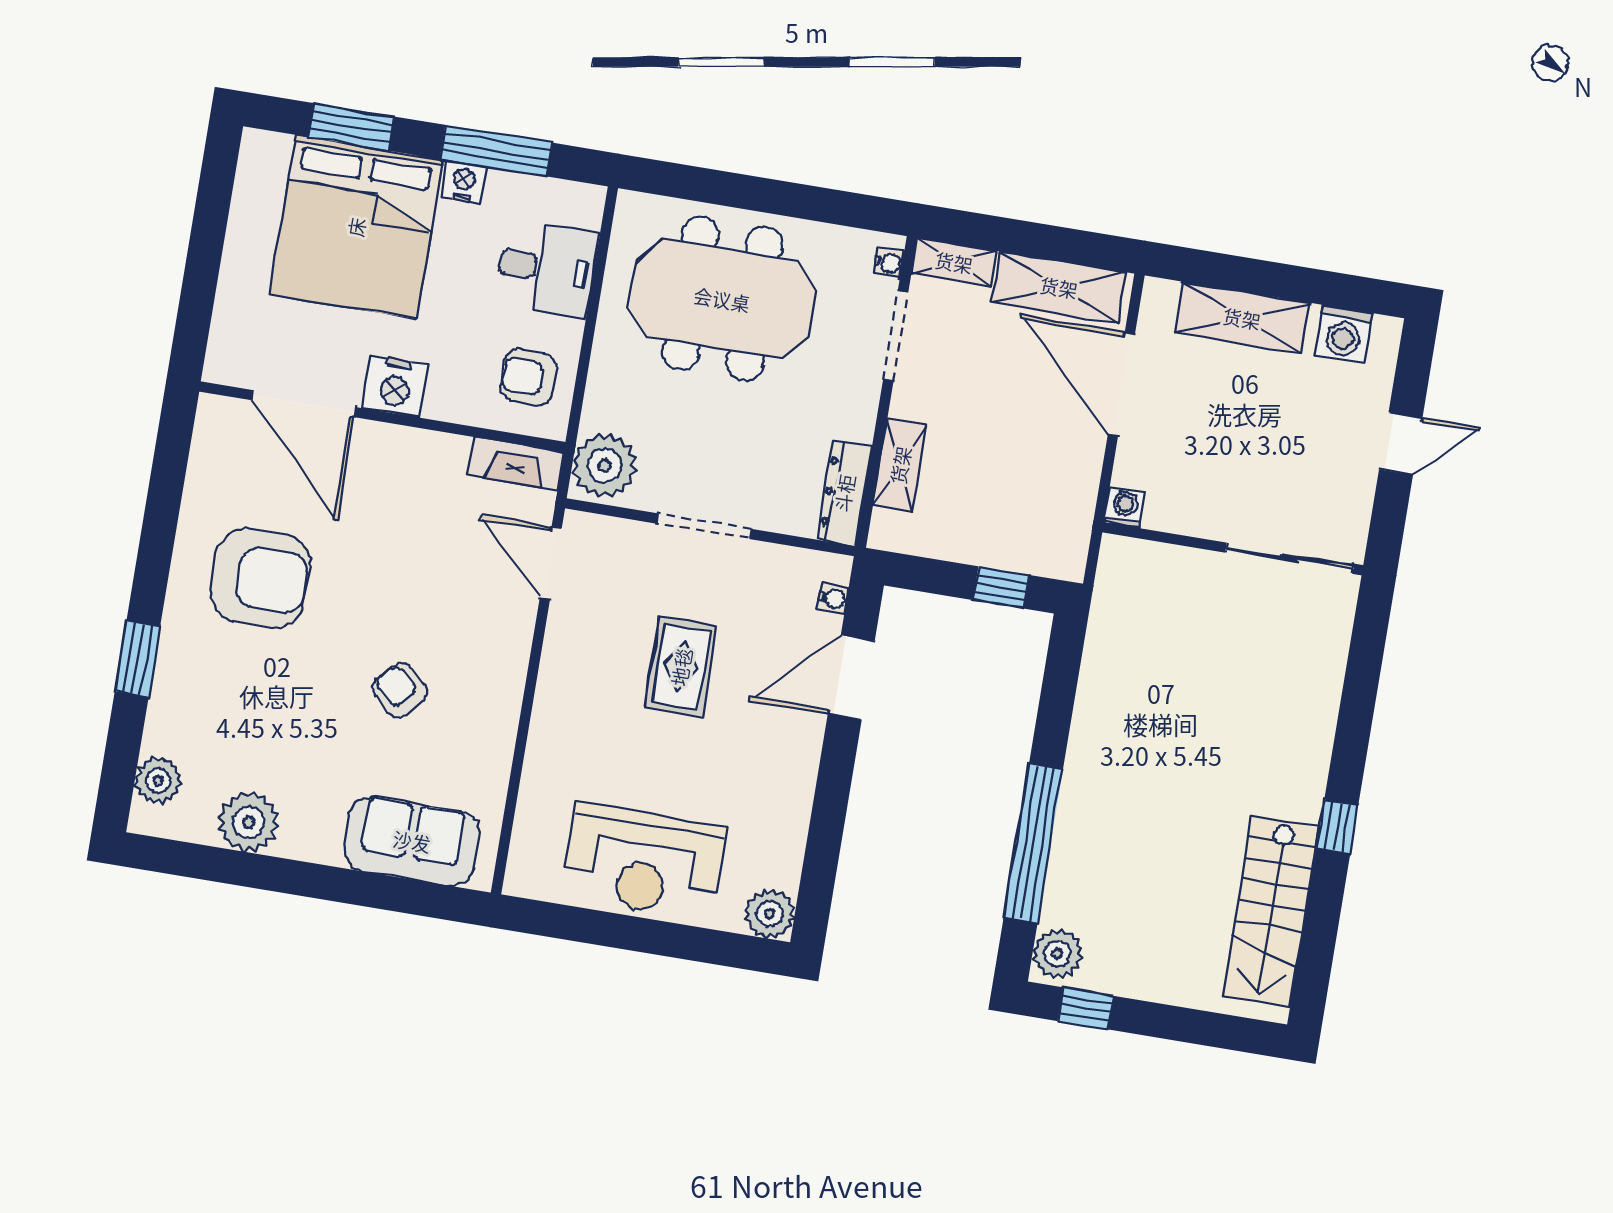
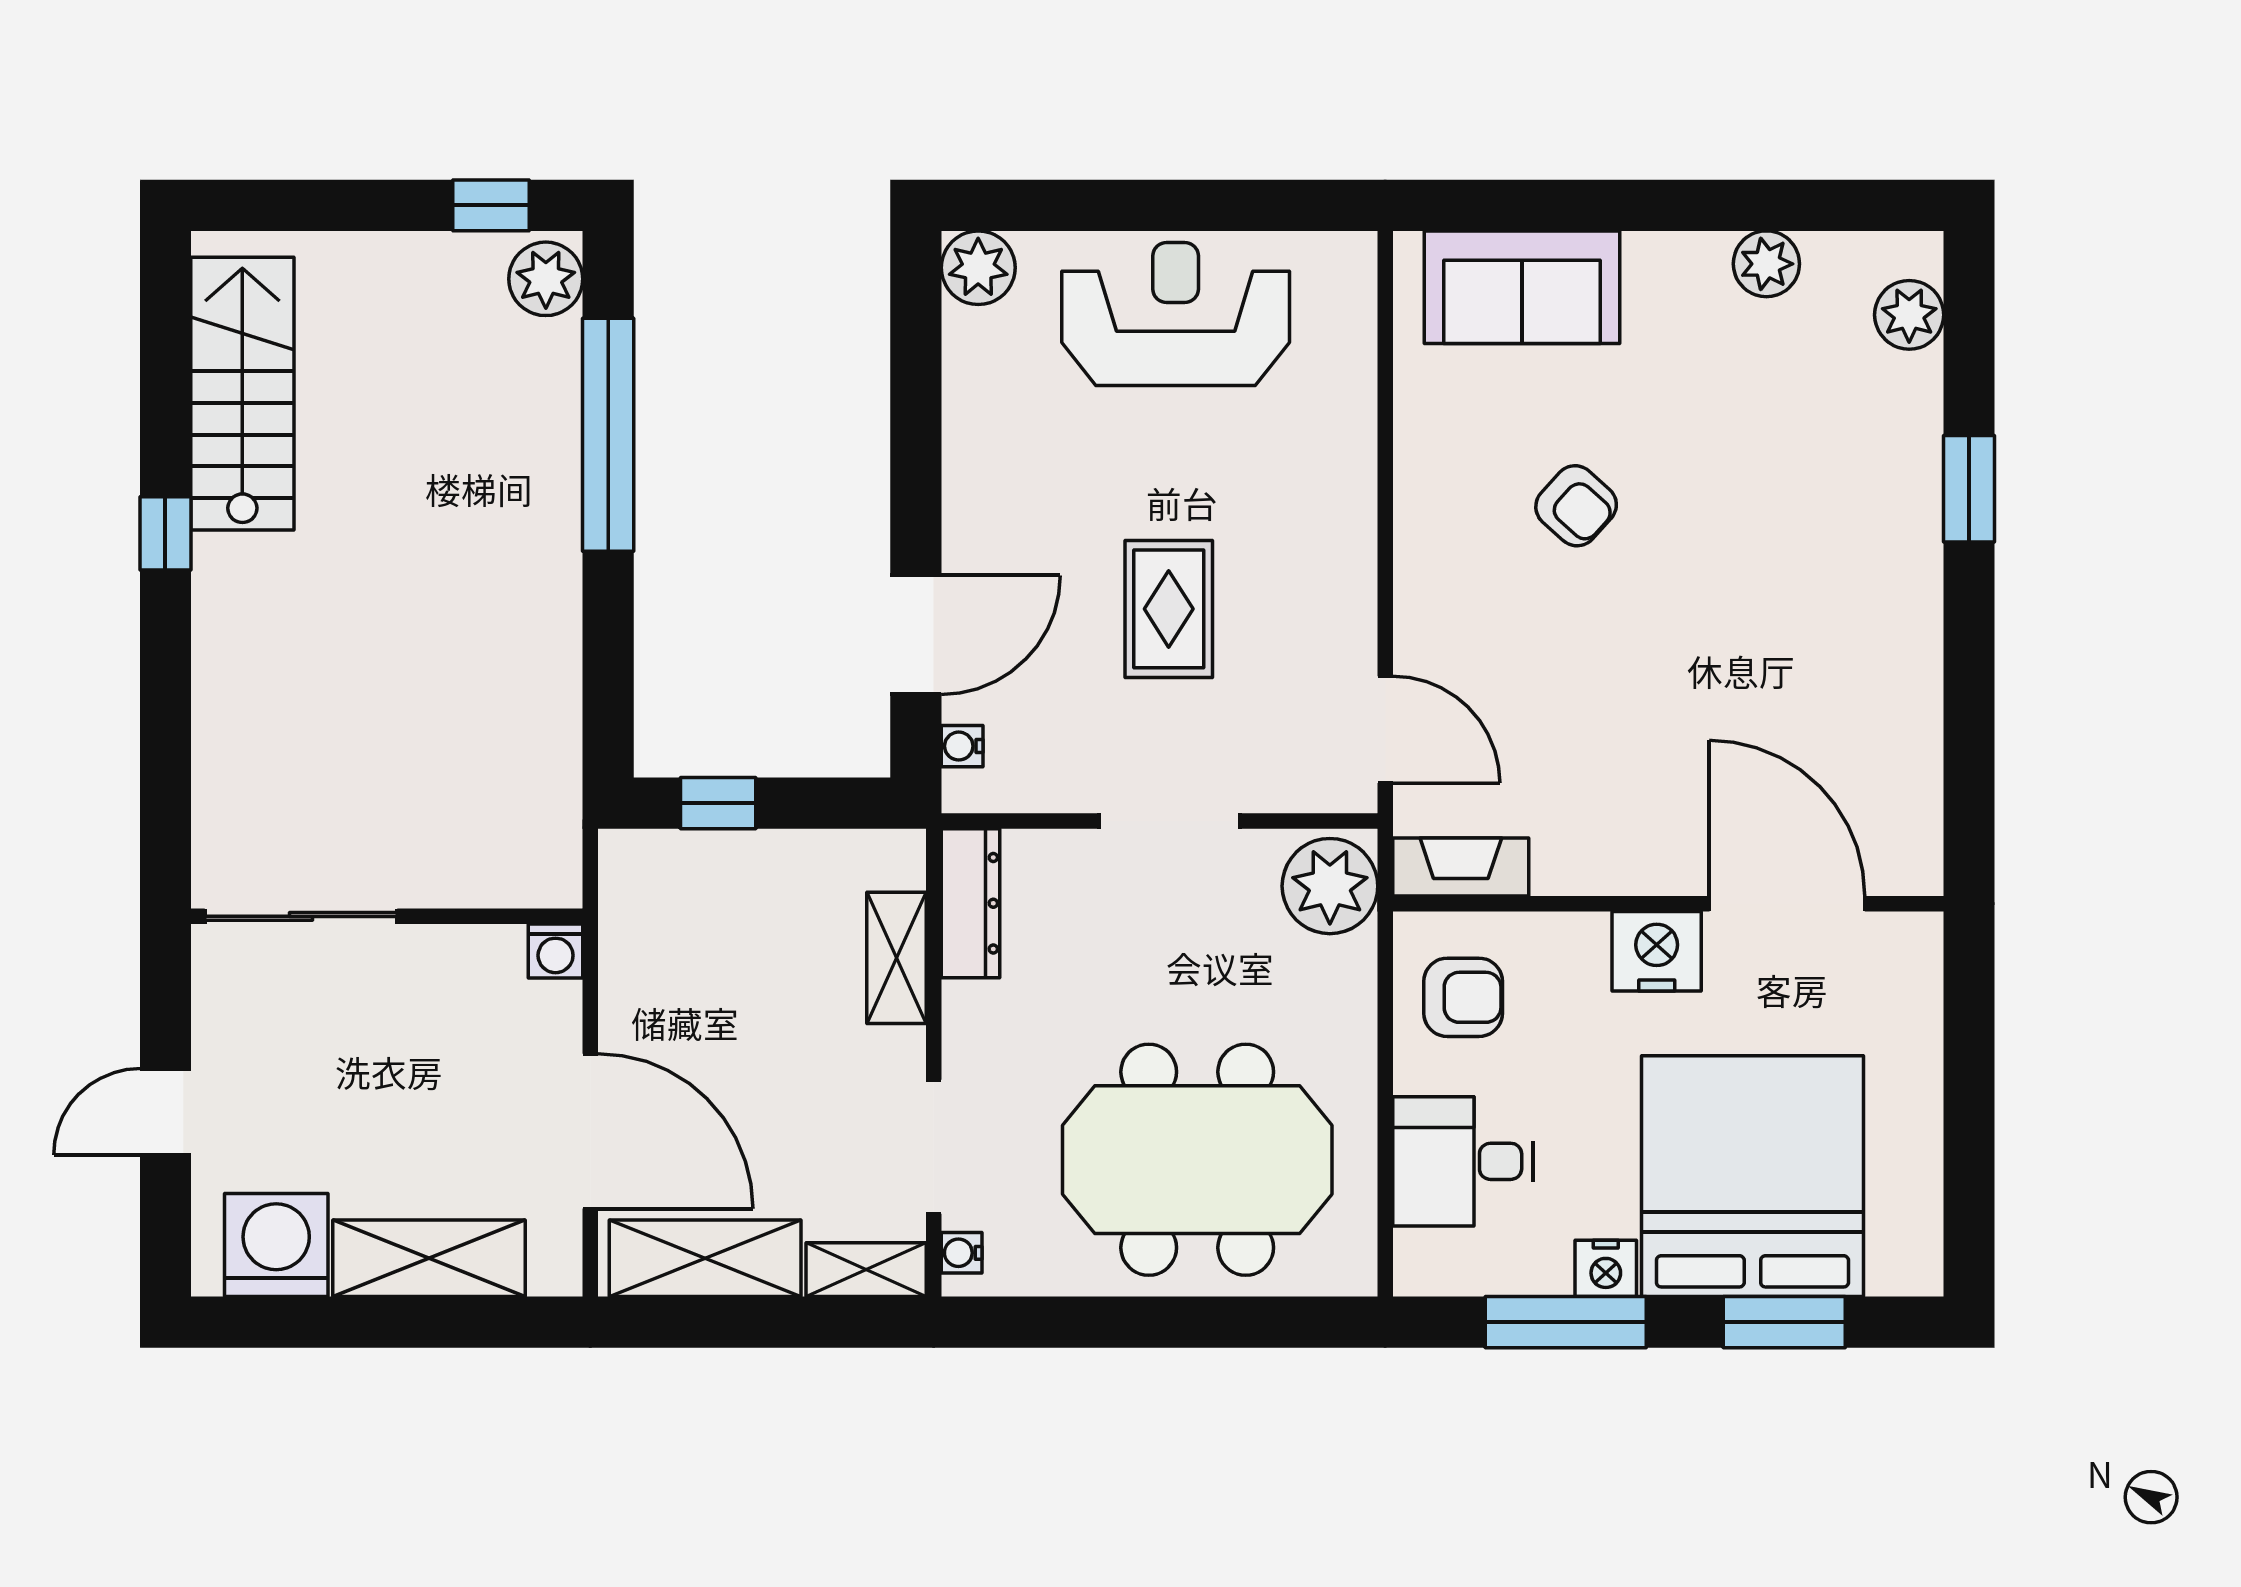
washing machine: (1344, 334) -> (276, 1245), width x1.37, depth x1.37
armchair: (261, 578) -> (1807, 637), removed
plant: (248, 822) -> (1766, 264), width x0.73, depth x0.73

